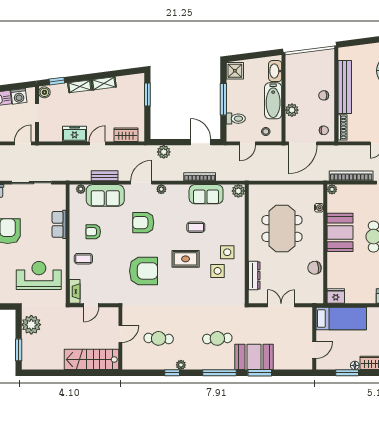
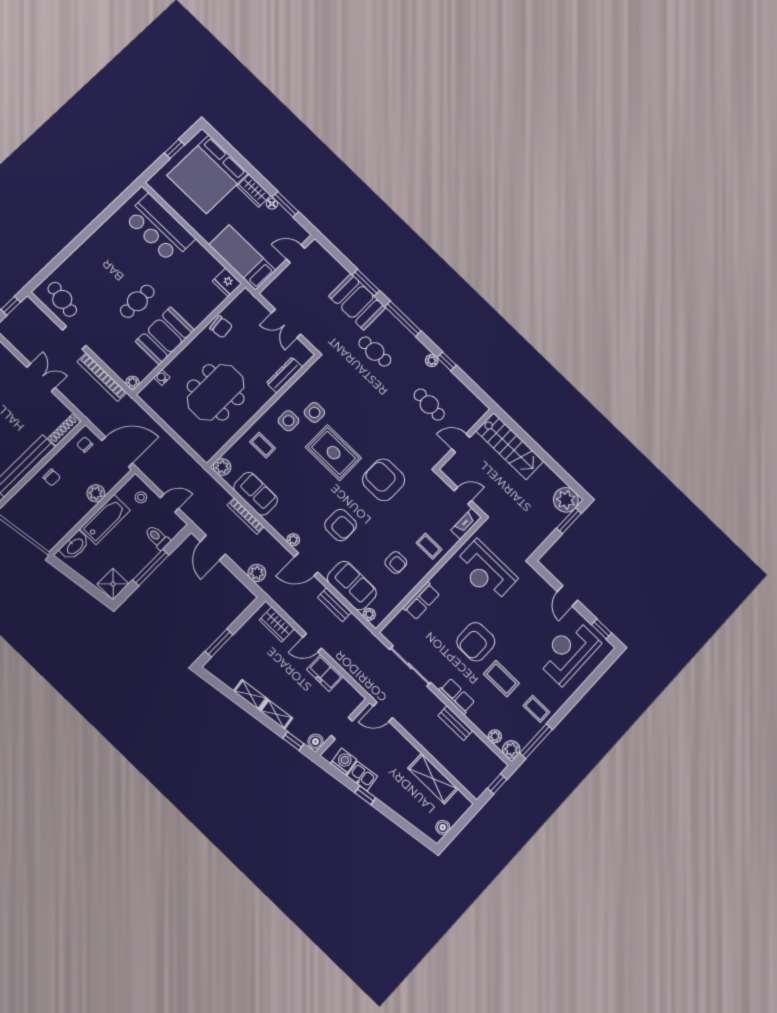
coffee table: (196, 227) -> (263, 445), moved
rug: (186, 259) -> (334, 453), width x1.36, depth x1.43
plant: (31, 325) -> (566, 500), moved

